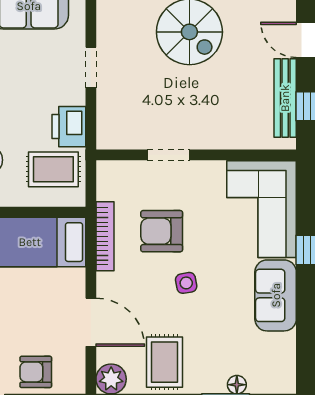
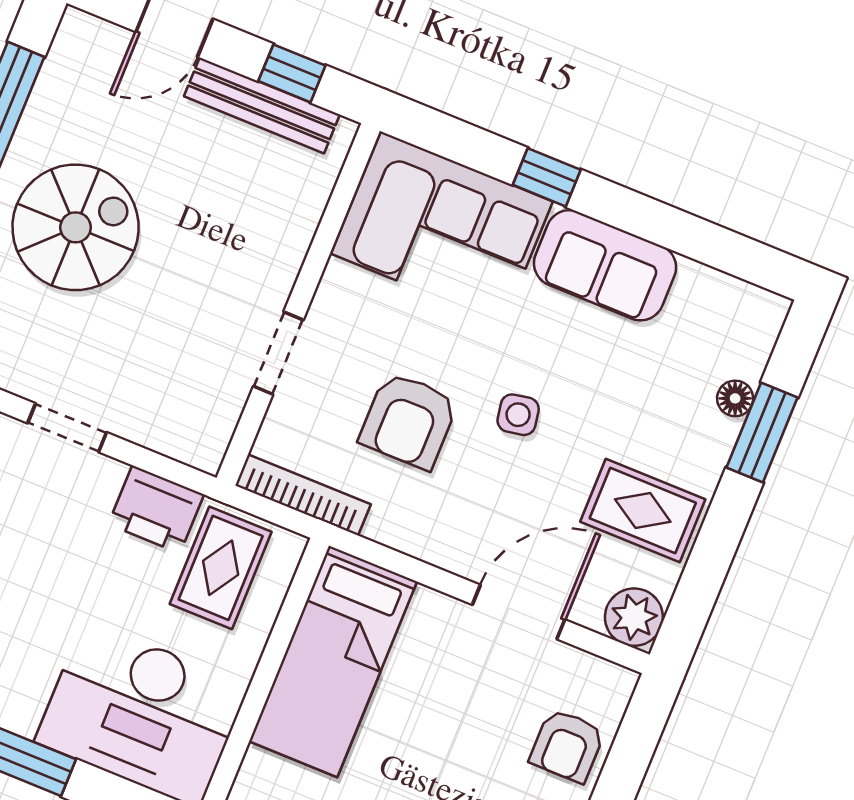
bookcase: (105, 236) -> (303, 495), moved

